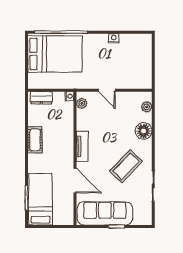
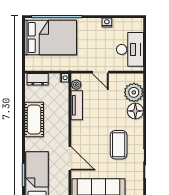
desk: (138, 67) -> (130, 49), added
plant: (147, 107) -> (134, 92), width x1.87, depth x1.87
cot: (35, 140) -> (34, 120), width x1.37, depth x1.34
tv unit: (82, 146) -> (77, 105), moved
coffee table: (126, 166) -> (119, 145), turned -44

